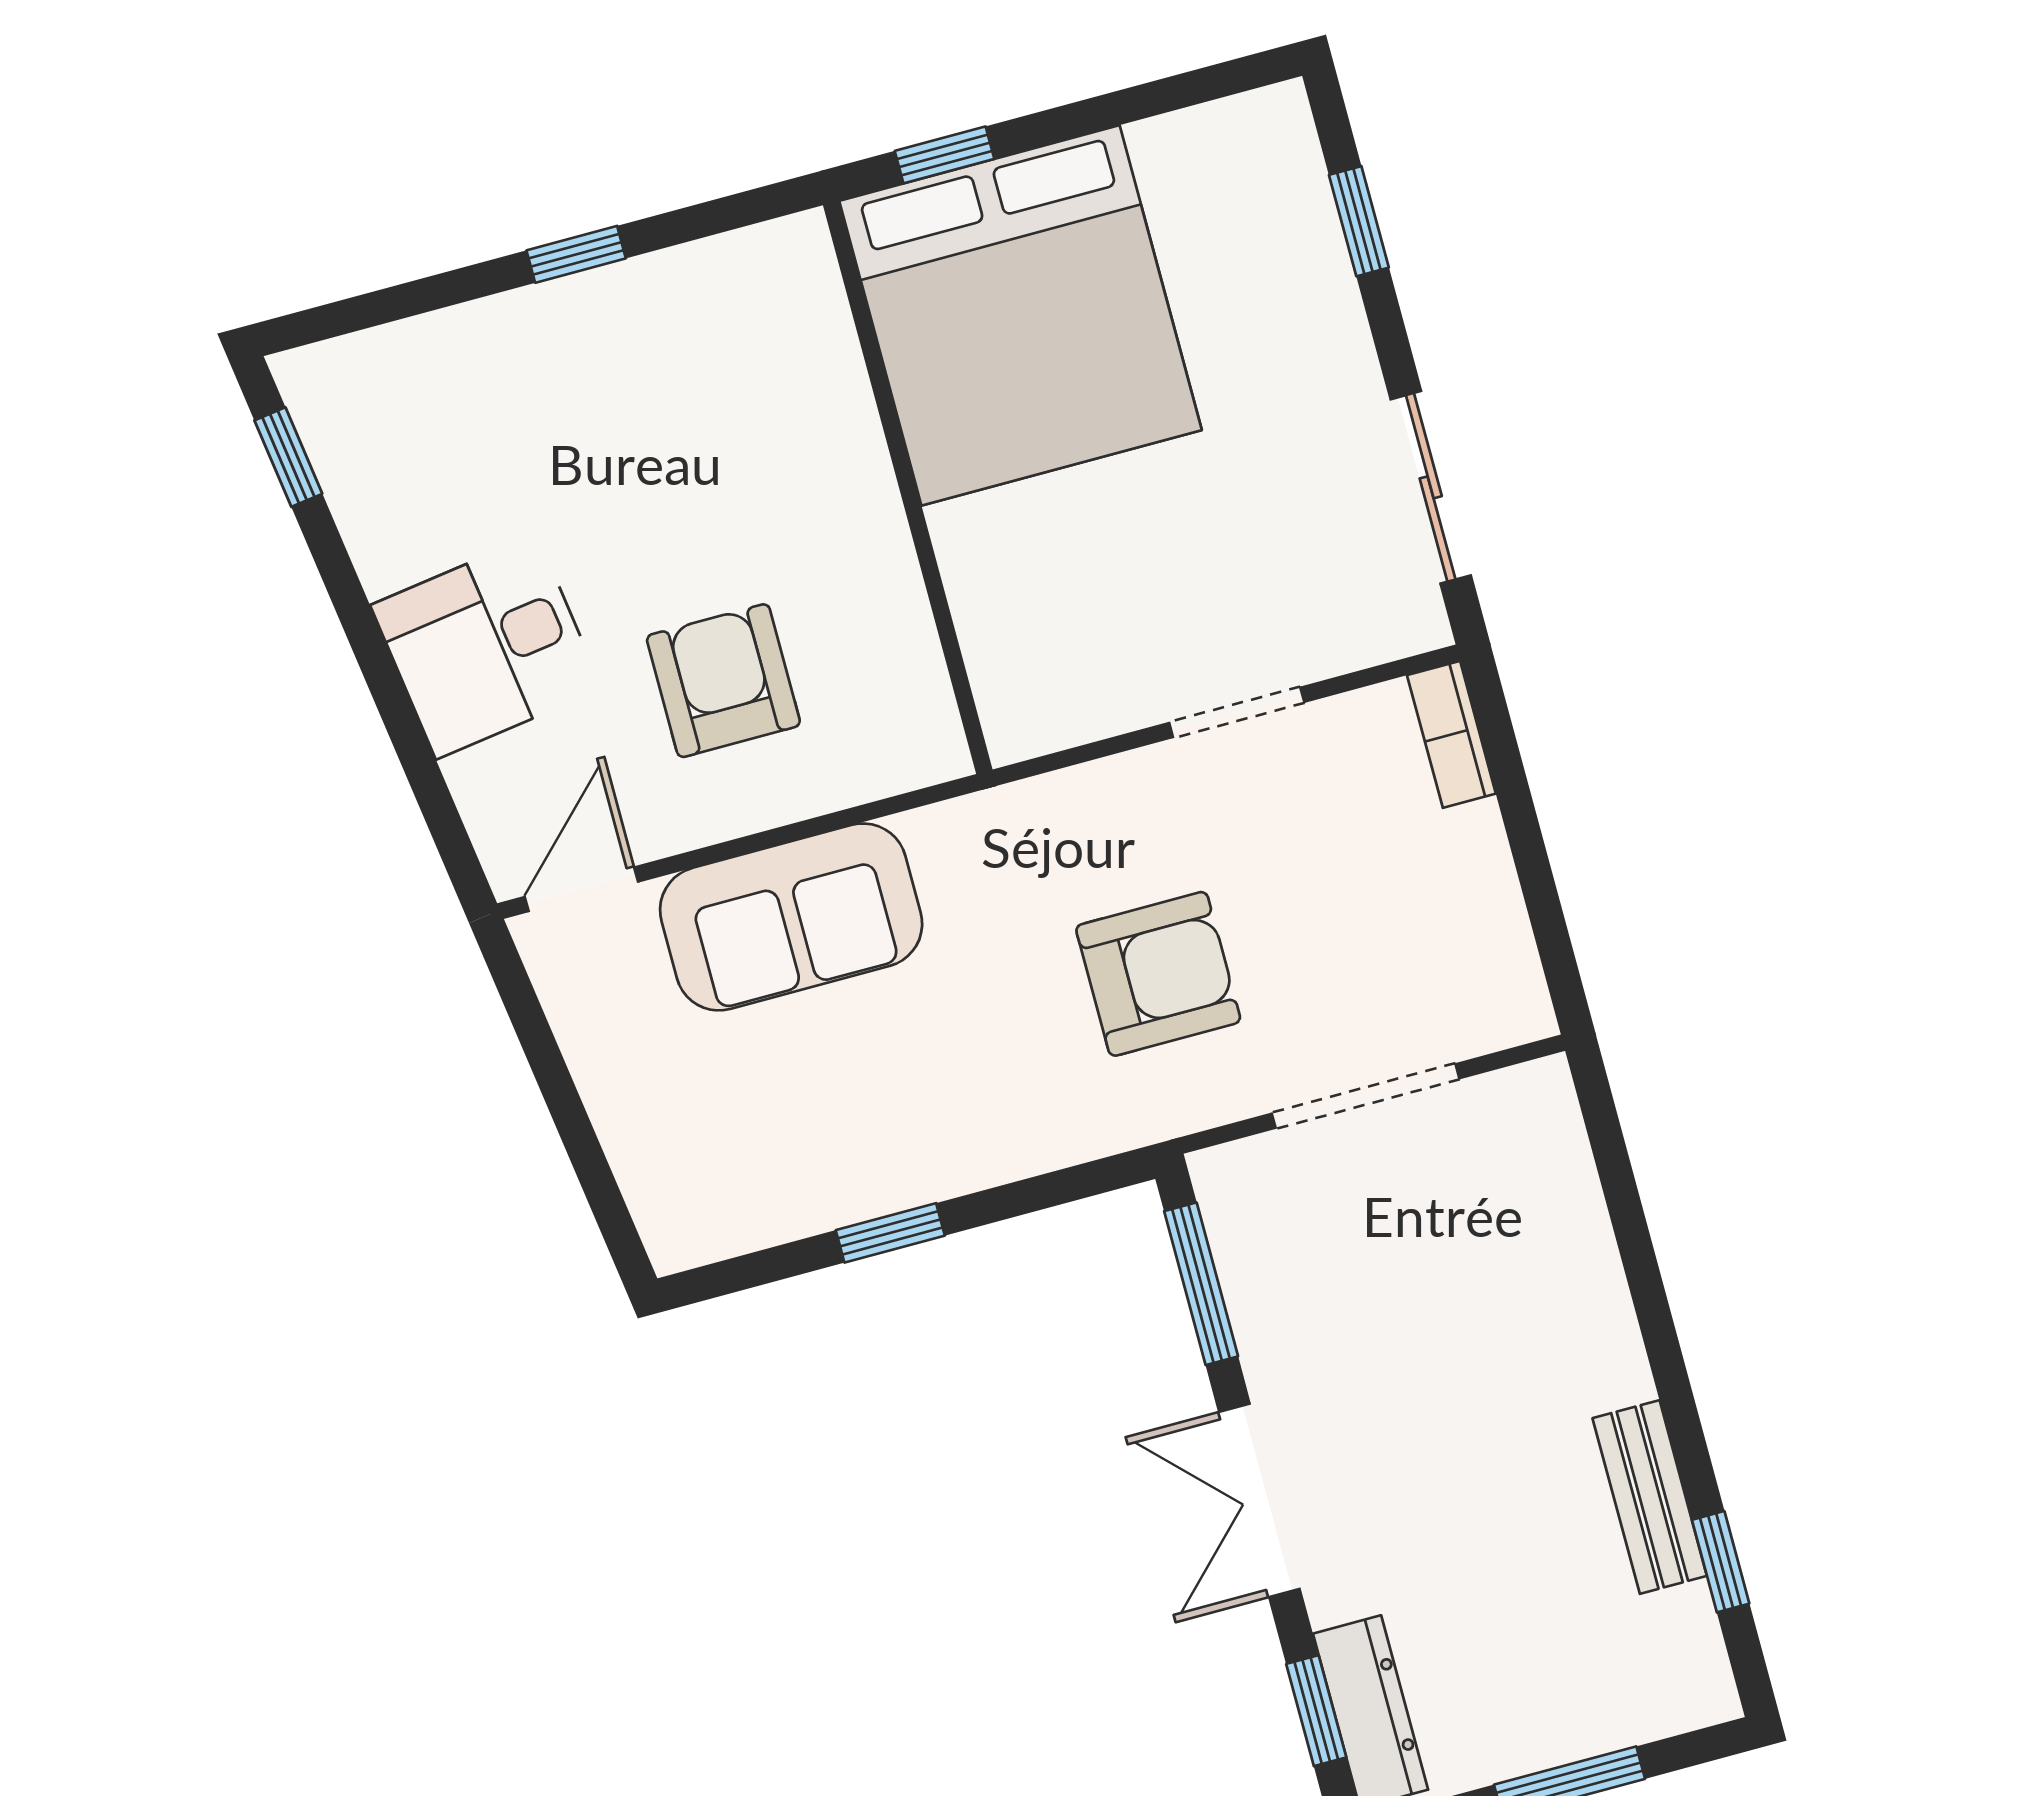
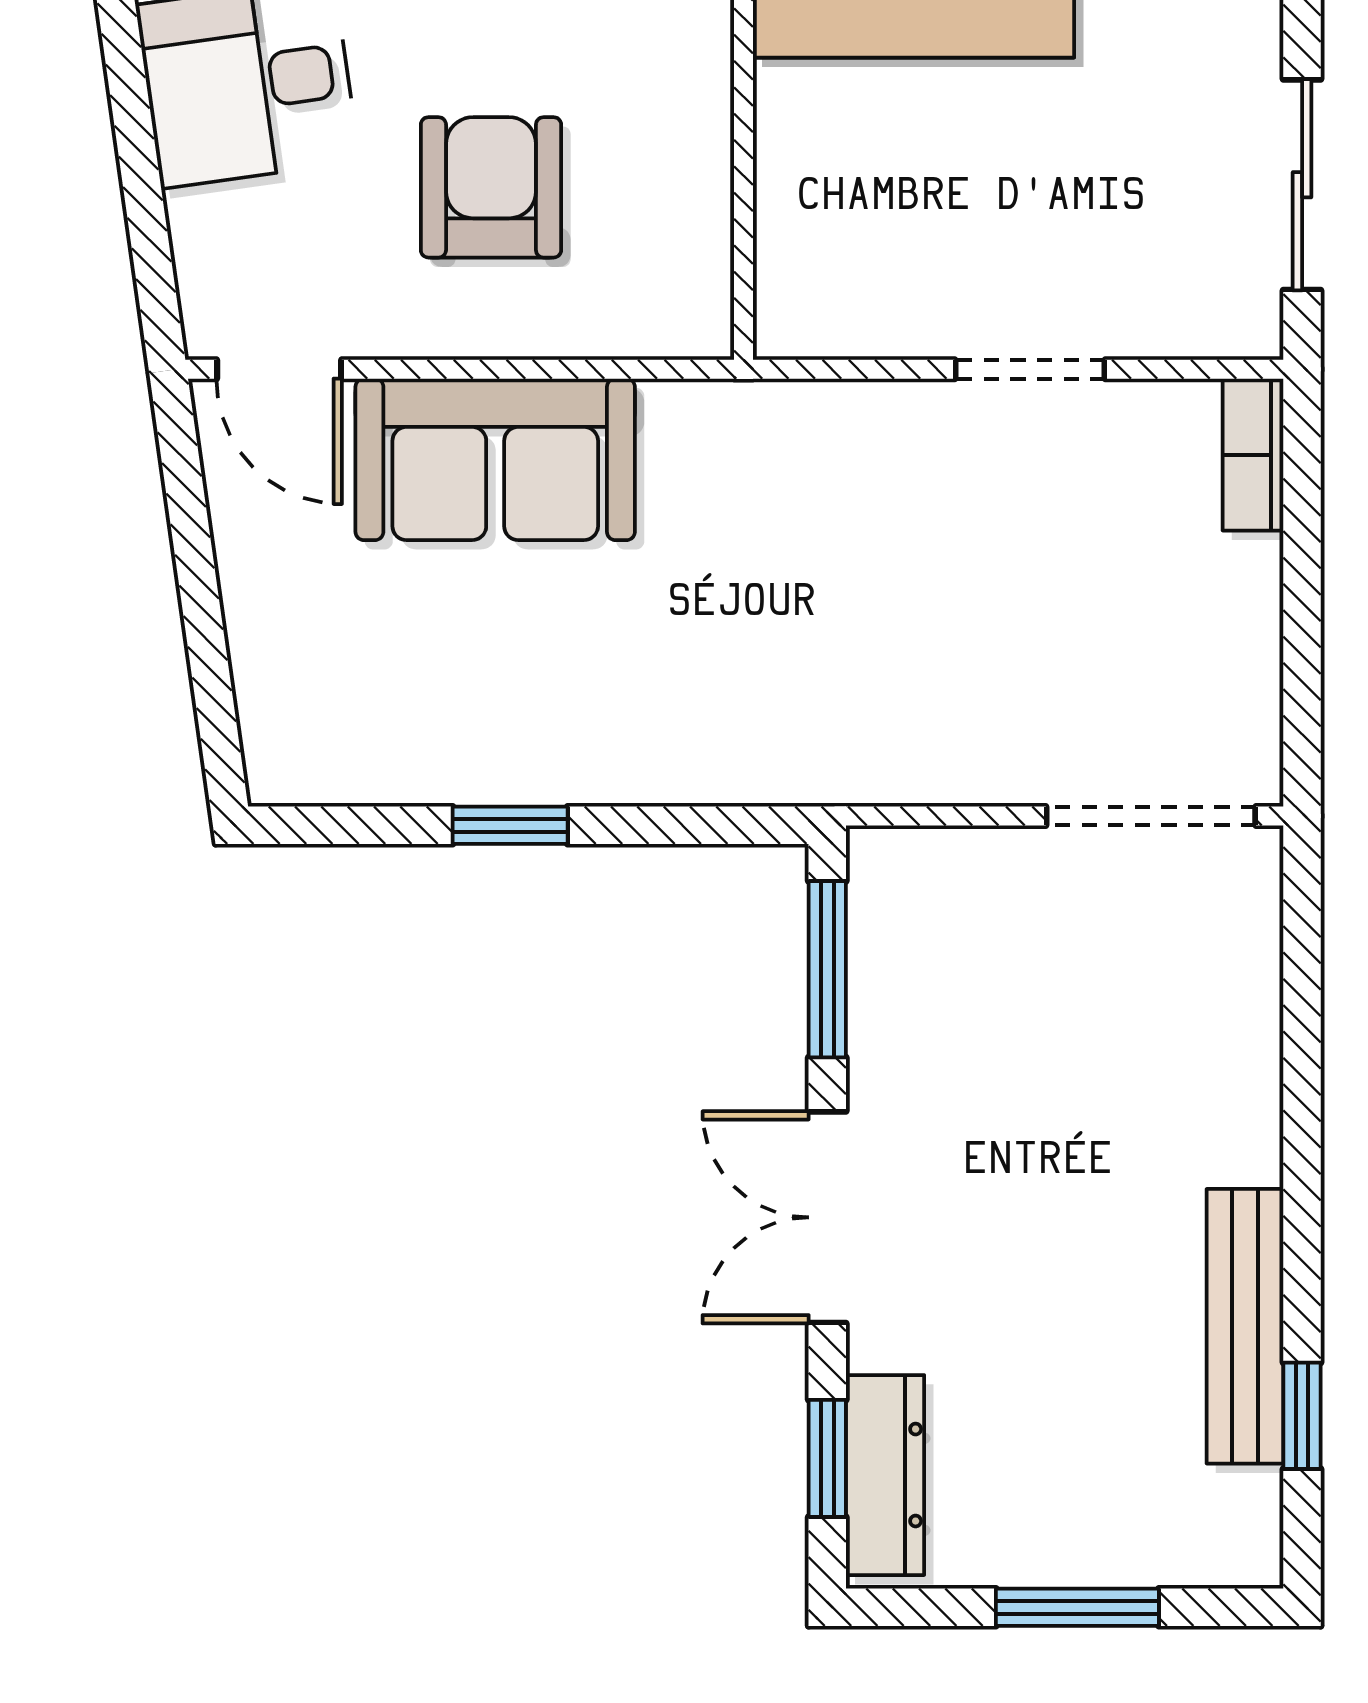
door: (581, 889) -> (279, 369), swing flipped
armchair: (1158, 974) -> (871, 626), removed
doorway: (1366, 1096) -> (1151, 816), moved
bench: (1650, 1497) -> (1245, 1326), width x1.36

